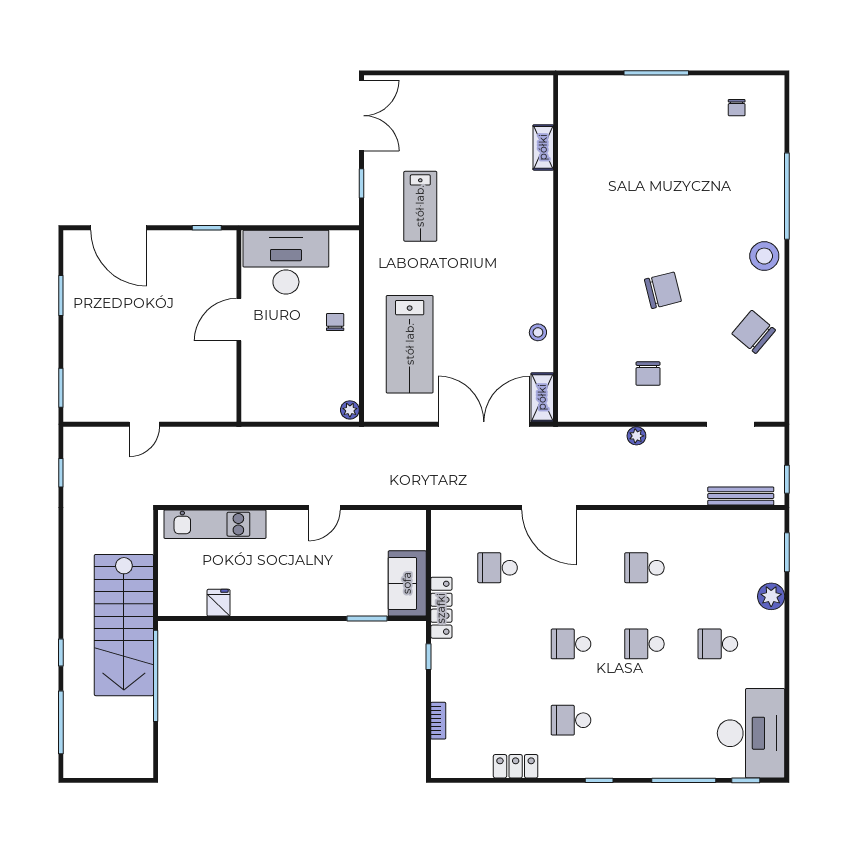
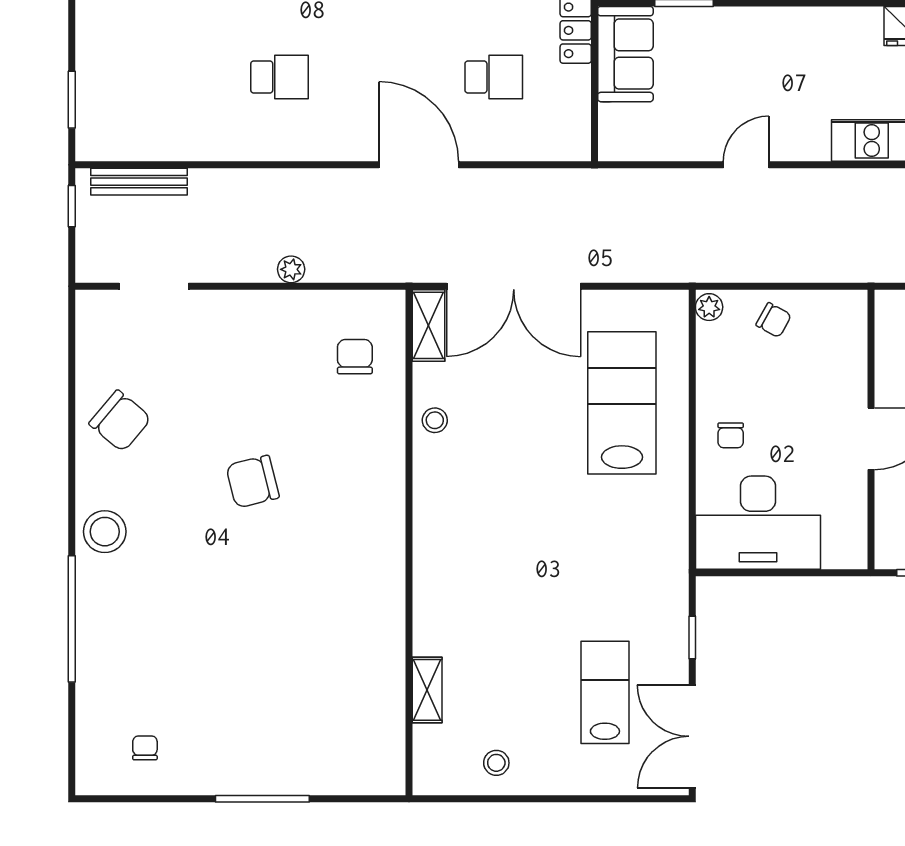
stool: (496, 97) -> (496, 763), added
lab bench: (420, 206) -> (605, 692), moved
desk: (286, 262) -> (758, 523), moved
chair: (648, 374) -> (355, 357), moved
chair: (306, 401) -> (774, 320), added
plant: (771, 596) -> (95, 35), removed

